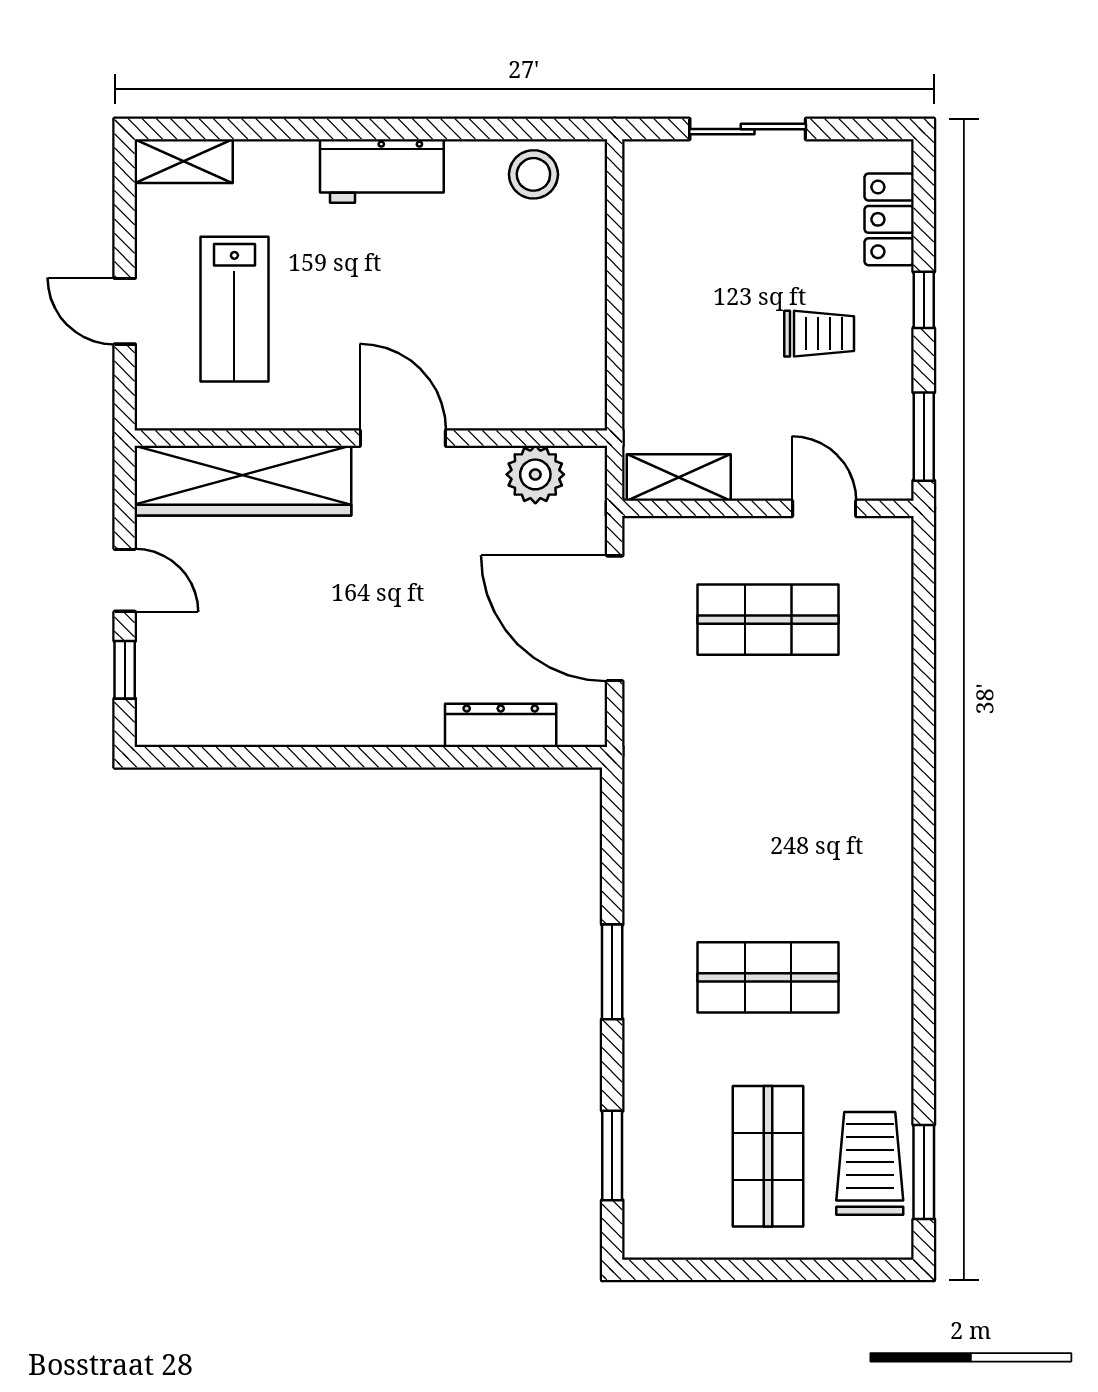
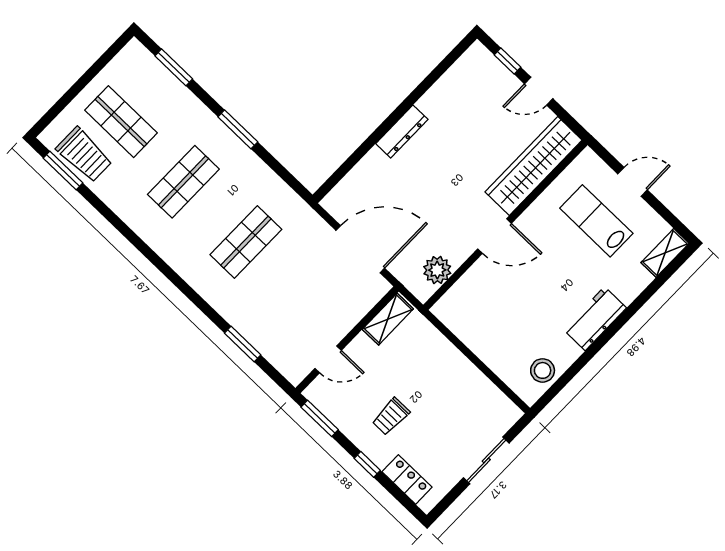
shop shelf: (768, 620) -> (246, 242), moved
window: (924, 657) -> (243, 344), added
dresser: (501, 725) -> (402, 131), moved

